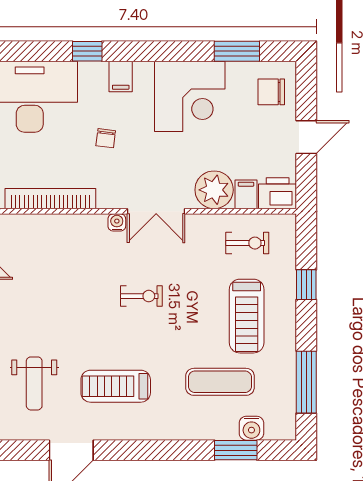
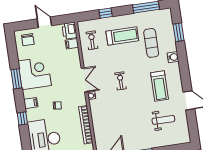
window: (237, 51) -> (16, 79), moved
plant: (214, 190) -> (72, 57), removed
water cooler: (251, 428) -> (173, 57), moved

